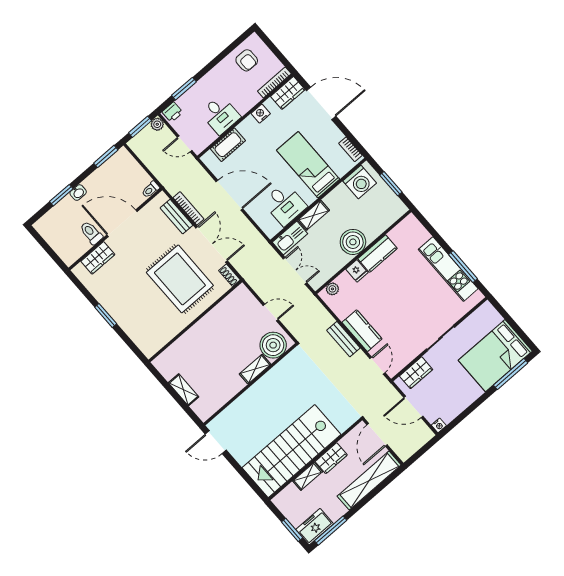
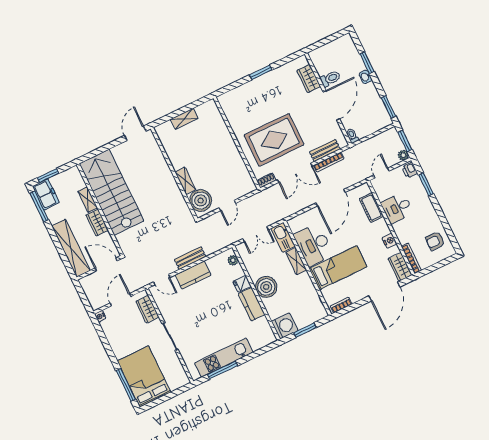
washing machine: (360, 182) -> (285, 326), moved, turned 180
desk: (285, 204) -> (314, 245), width x1.37

